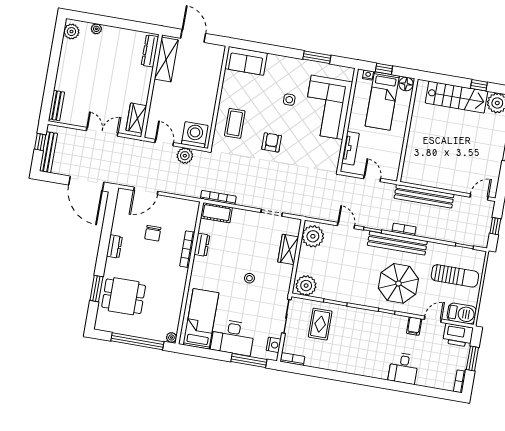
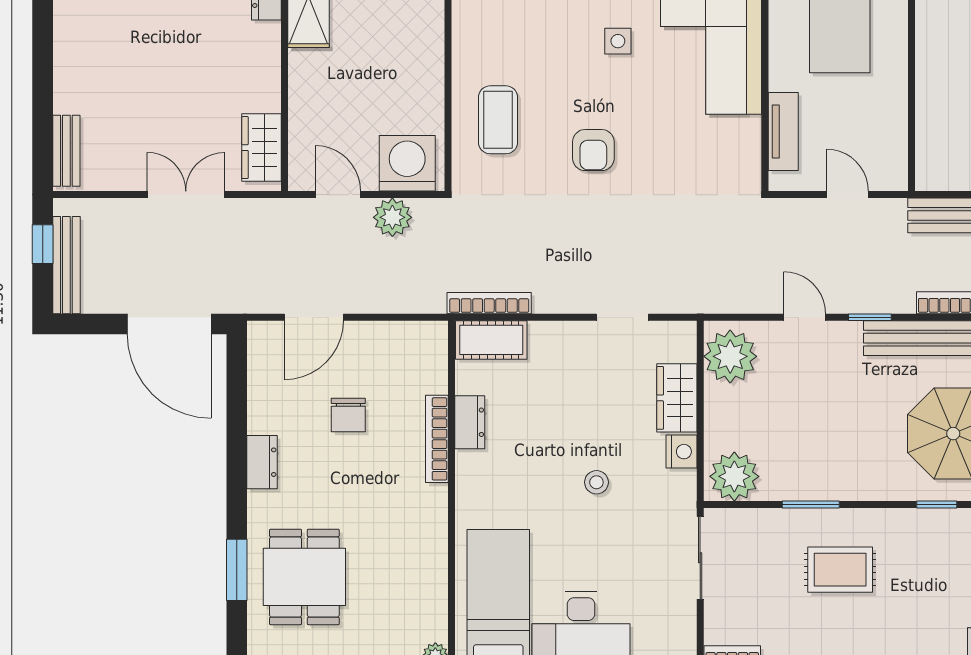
armchair: (272, 142) -> (593, 150), turned 180
dining table: (124, 296) -> (304, 577), turned 90
rug: (320, 324) -> (840, 570), moved, turned 90
nightstand: (274, 345) -> (681, 452), moved

